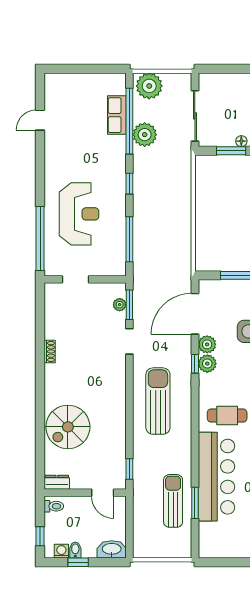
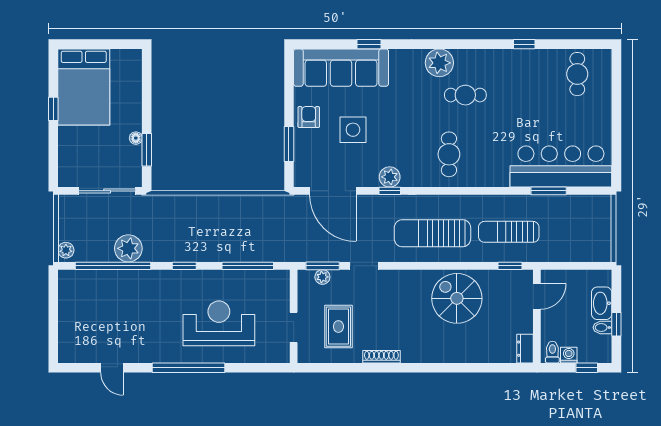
plant: (149, 86) -> (66, 250), width x0.53, depth x0.53
row of seats: (117, 115) -> (106, 280), removed
window: (40, 238) -> (189, 368), moved
rug: (76, 319) -> (338, 327), added
plant: (207, 344) -> (368, 177), removed
shoe rack: (50, 351) -> (381, 357), width x1.43
spiral stairs: (68, 427) -> (457, 298), moved, turned 180
bar counter: (216, 477) -> (561, 167), moved
sun lounger: (173, 501) -> (509, 232), moved
washbasin: (112, 549) -> (602, 303), moved
washing machine: (61, 551) -> (569, 355), moved, turned 90

